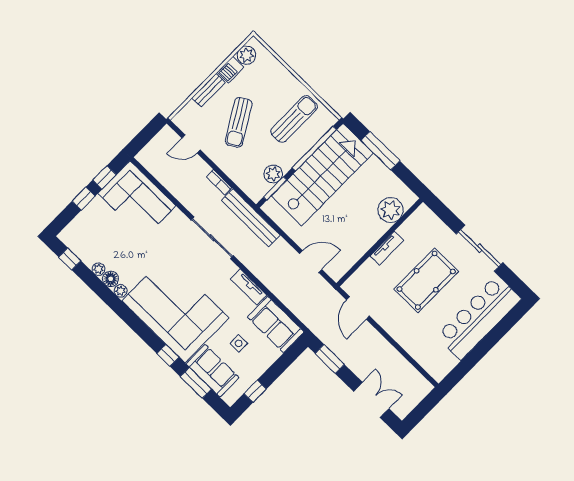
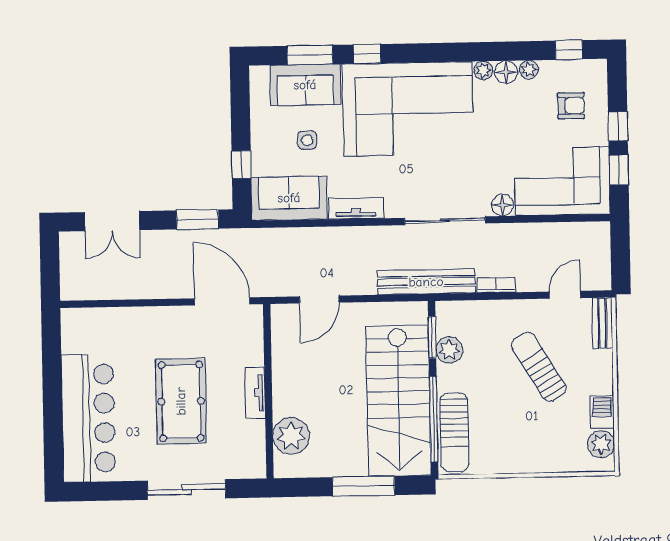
bench: (208, 90) -> (602, 323), moved
sun lounger: (294, 119) -> (454, 432), moved
floor lamp: (177, 217) -> (503, 205), added
armchair: (96, 231) -> (571, 106), added
sliding door: (480, 248) -> (187, 490), moved
door: (358, 308) -> (222, 301), width x1.36
window: (255, 391) -> (241, 165), moved

